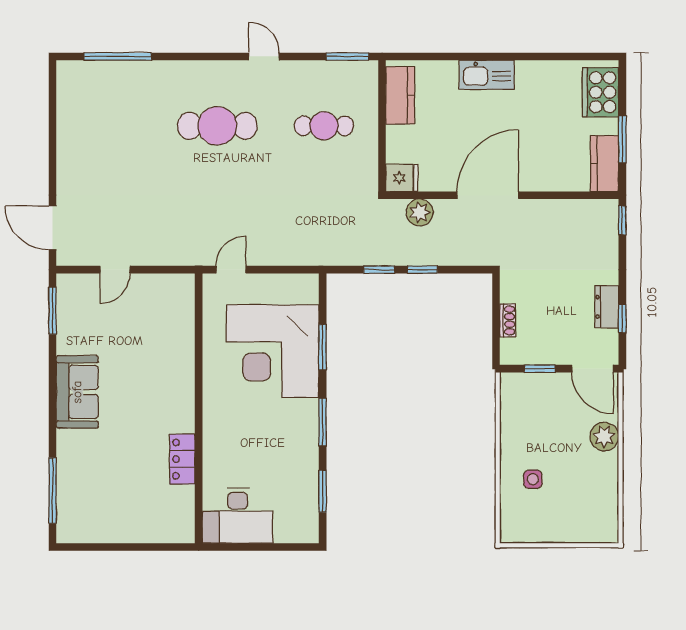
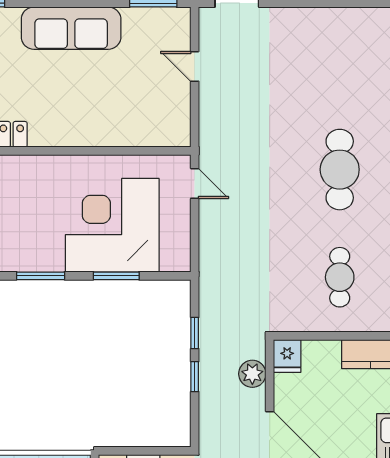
sofa: (77, 392) -> (71, 28), width x1.36

